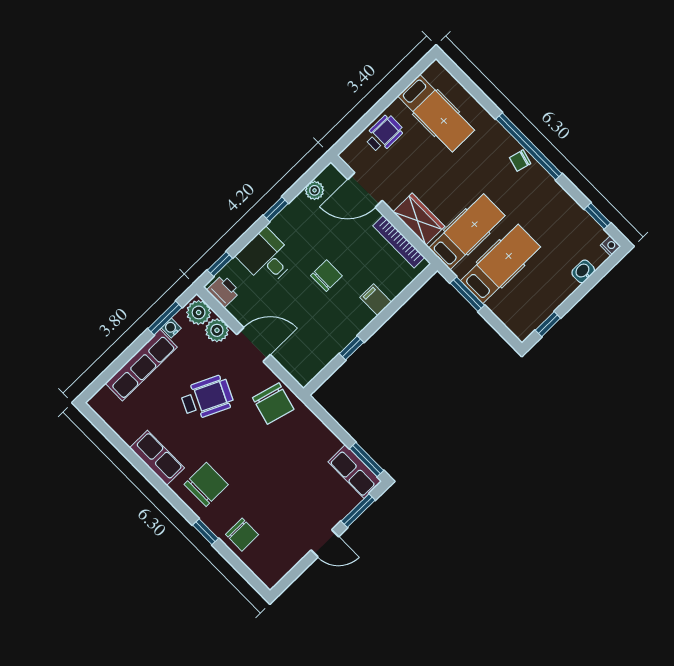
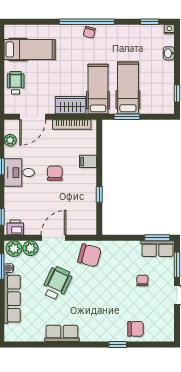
desk: (266, 257) -> (19, 173), moved
chair: (206, 484) -> (142, 281), moved, width x0.54, depth x0.54

